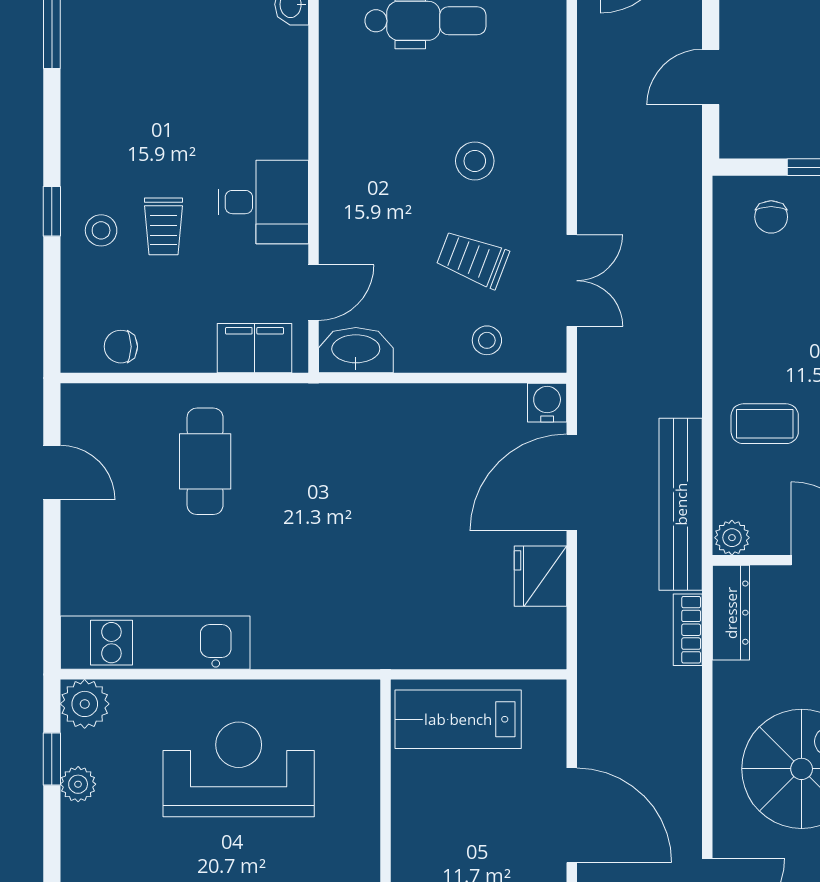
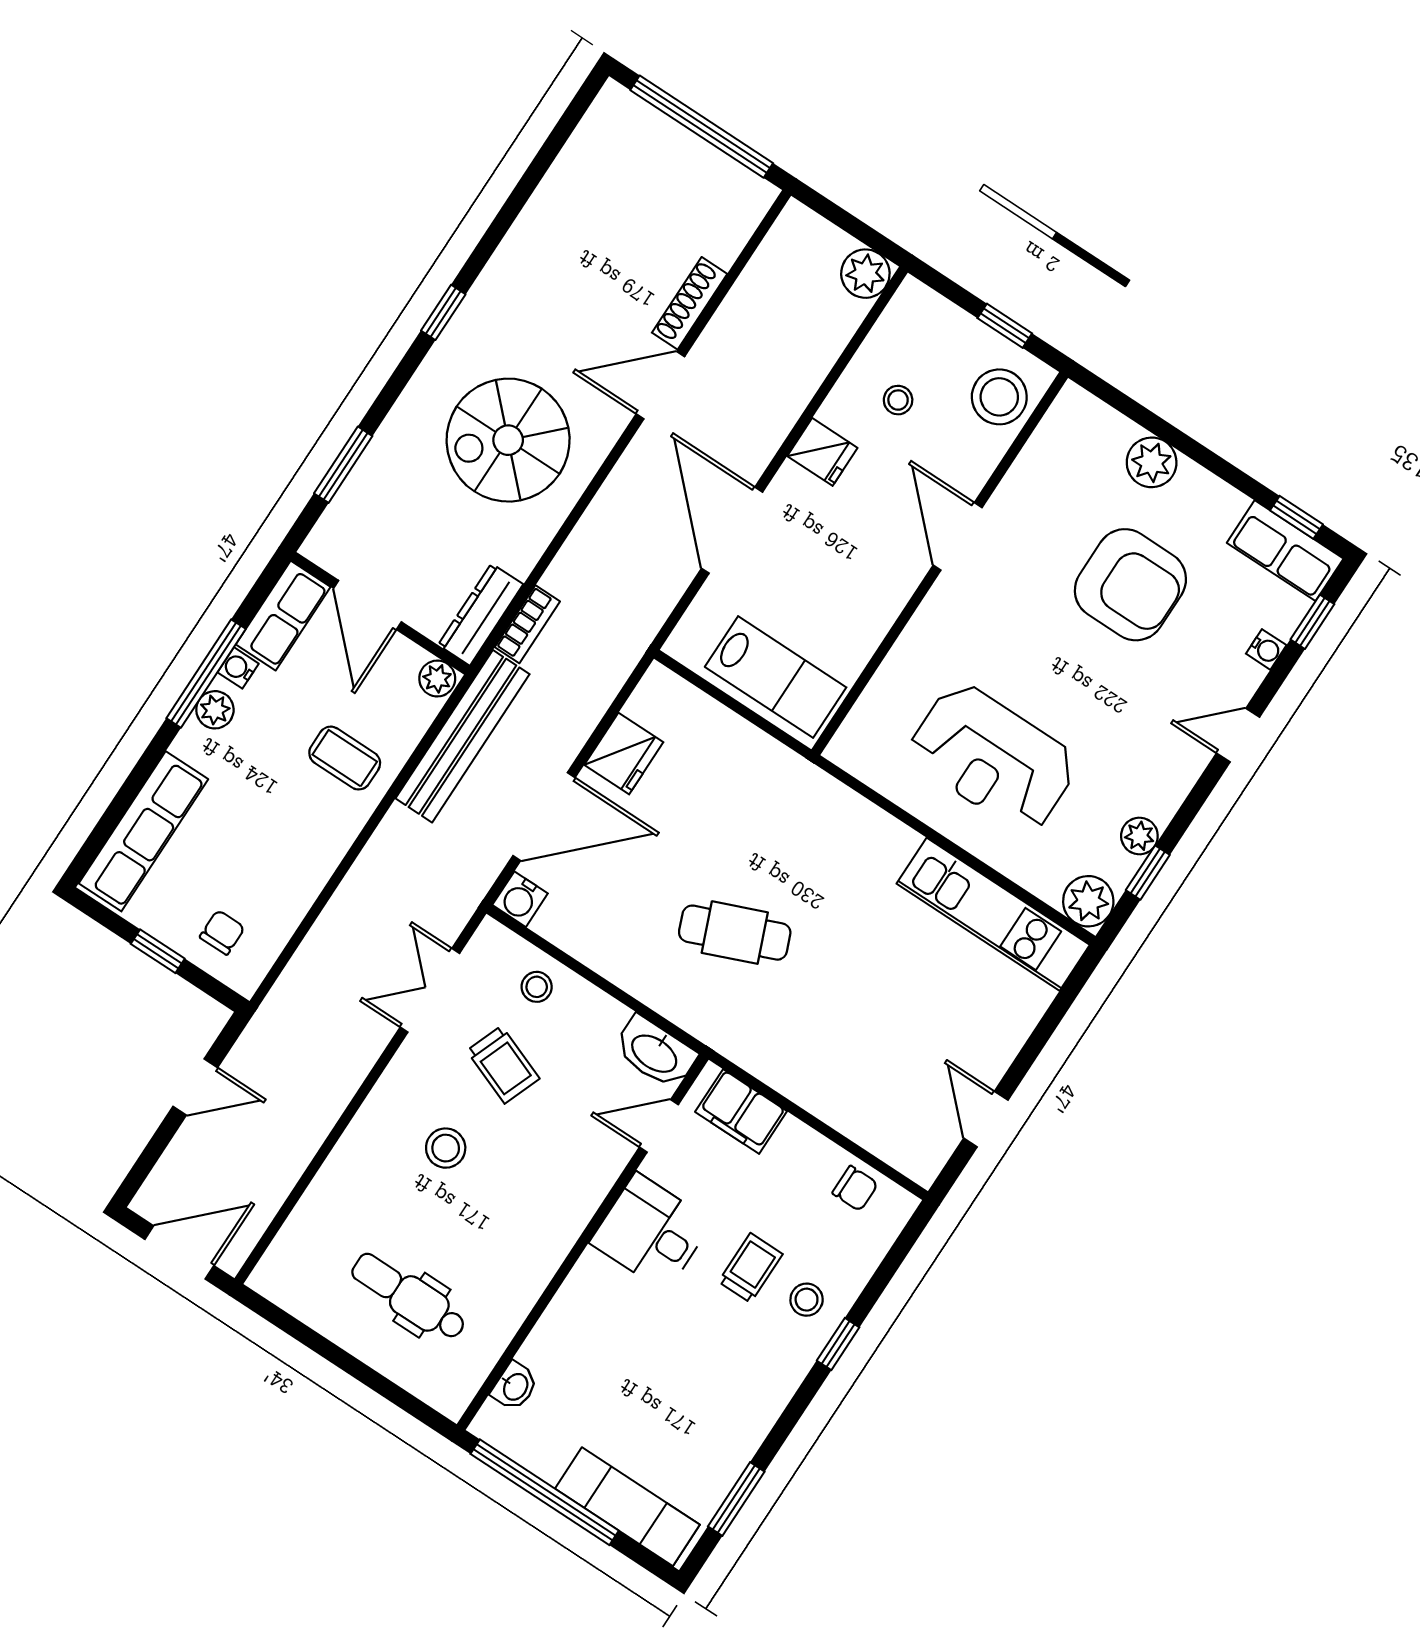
cafe table: (205, 461) -> (735, 933), moved, turned 68

